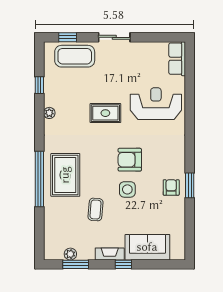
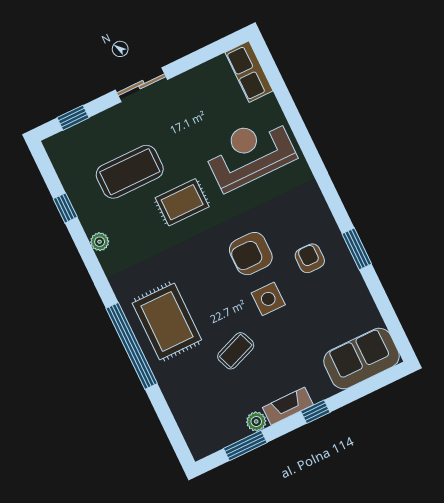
coffee table: (75, 56) -> (130, 172), moved
armchair: (171, 187) -> (310, 258), moved
coffee table: (96, 209) -> (236, 351), turned 64
sofa: (147, 247) -> (362, 359), moved
plant: (70, 254) -> (256, 421), moved

